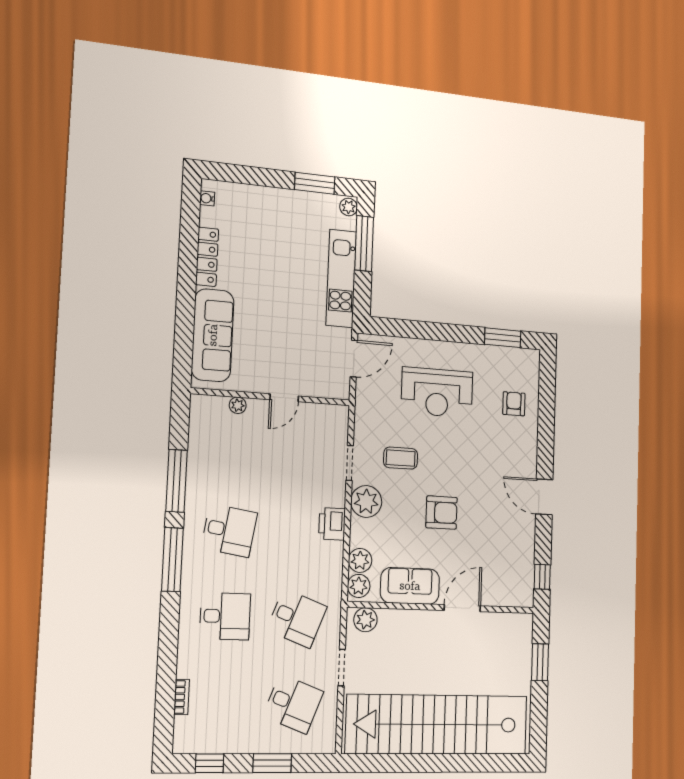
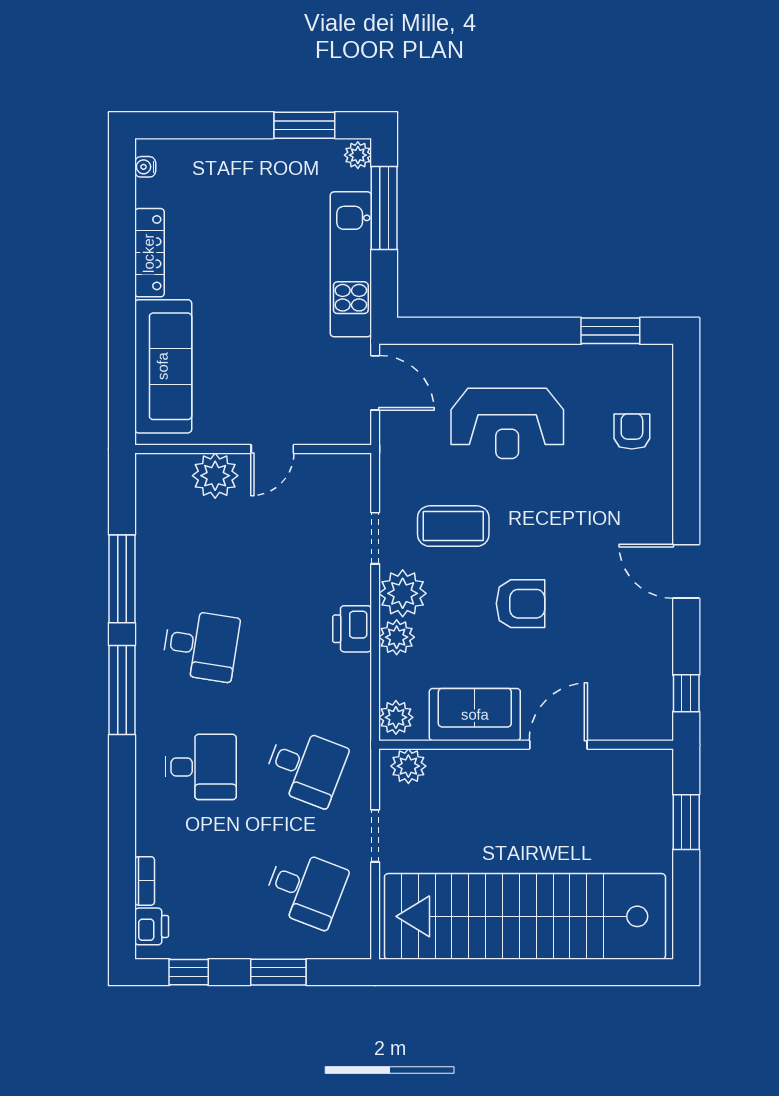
door: (354, 359) -> (375, 383), hinge flipped
plant: (238, 405) -> (215, 476), width x1.88, depth x1.88
coffee table: (401, 458) -> (453, 526), width x1.36, depth x1.30
plant: (360, 560) -> (397, 637), moved
printer: (185, 730) -> (152, 926), added

